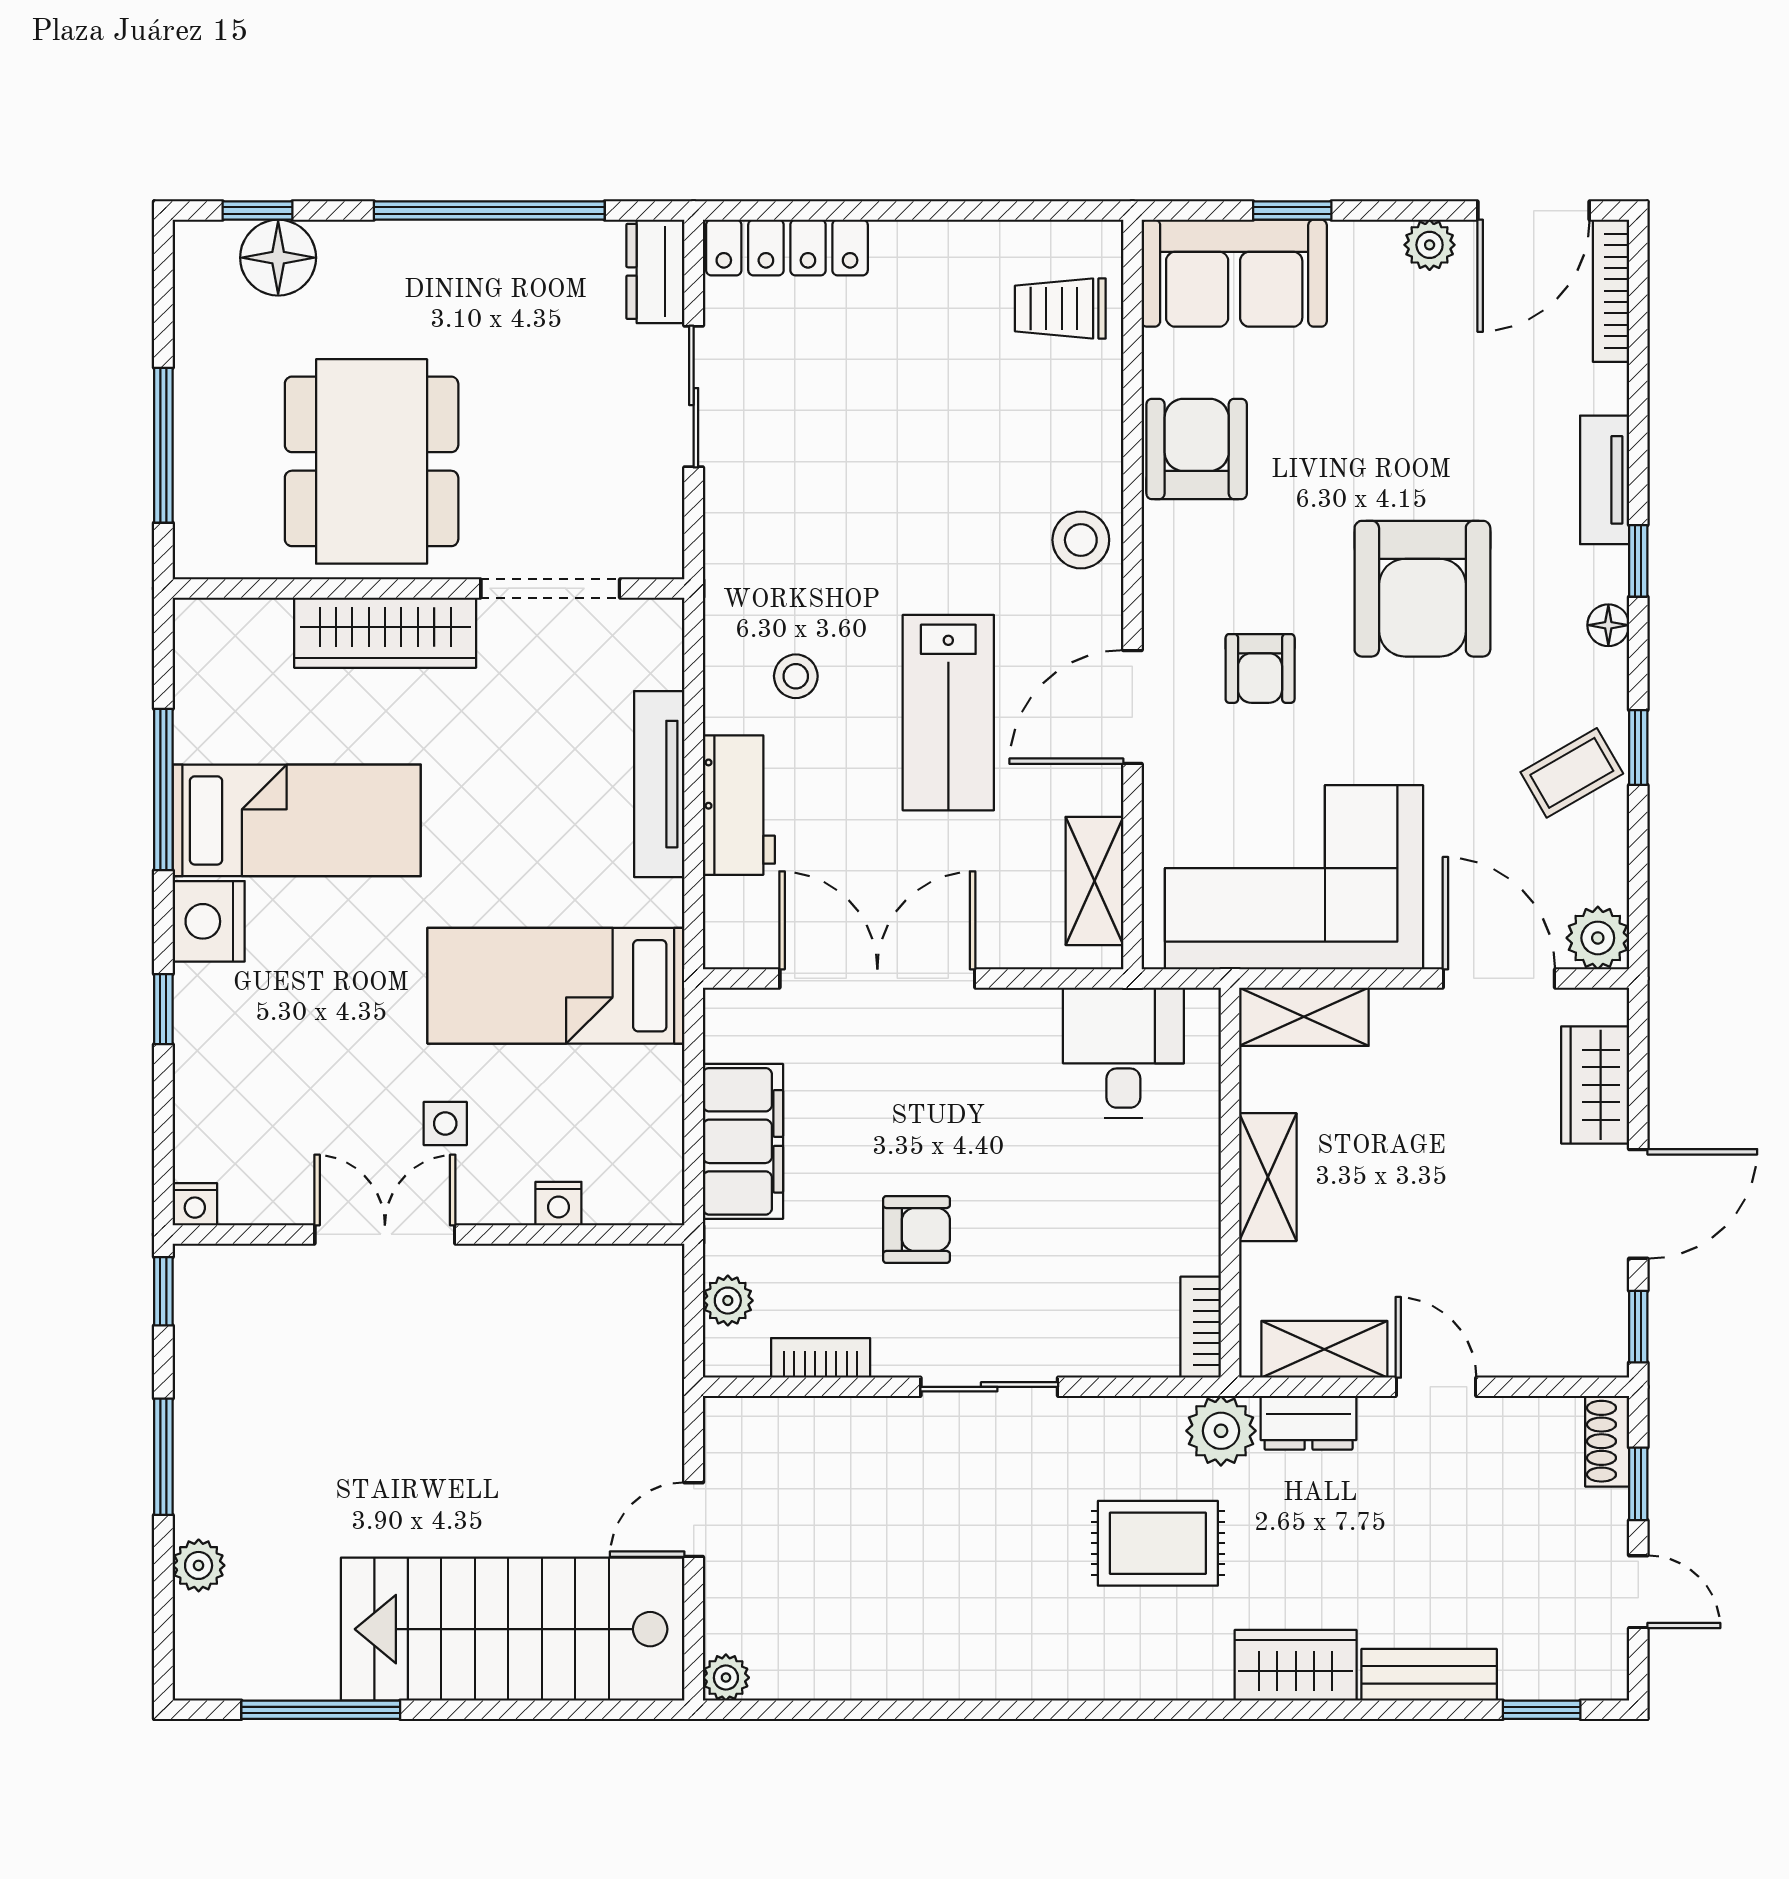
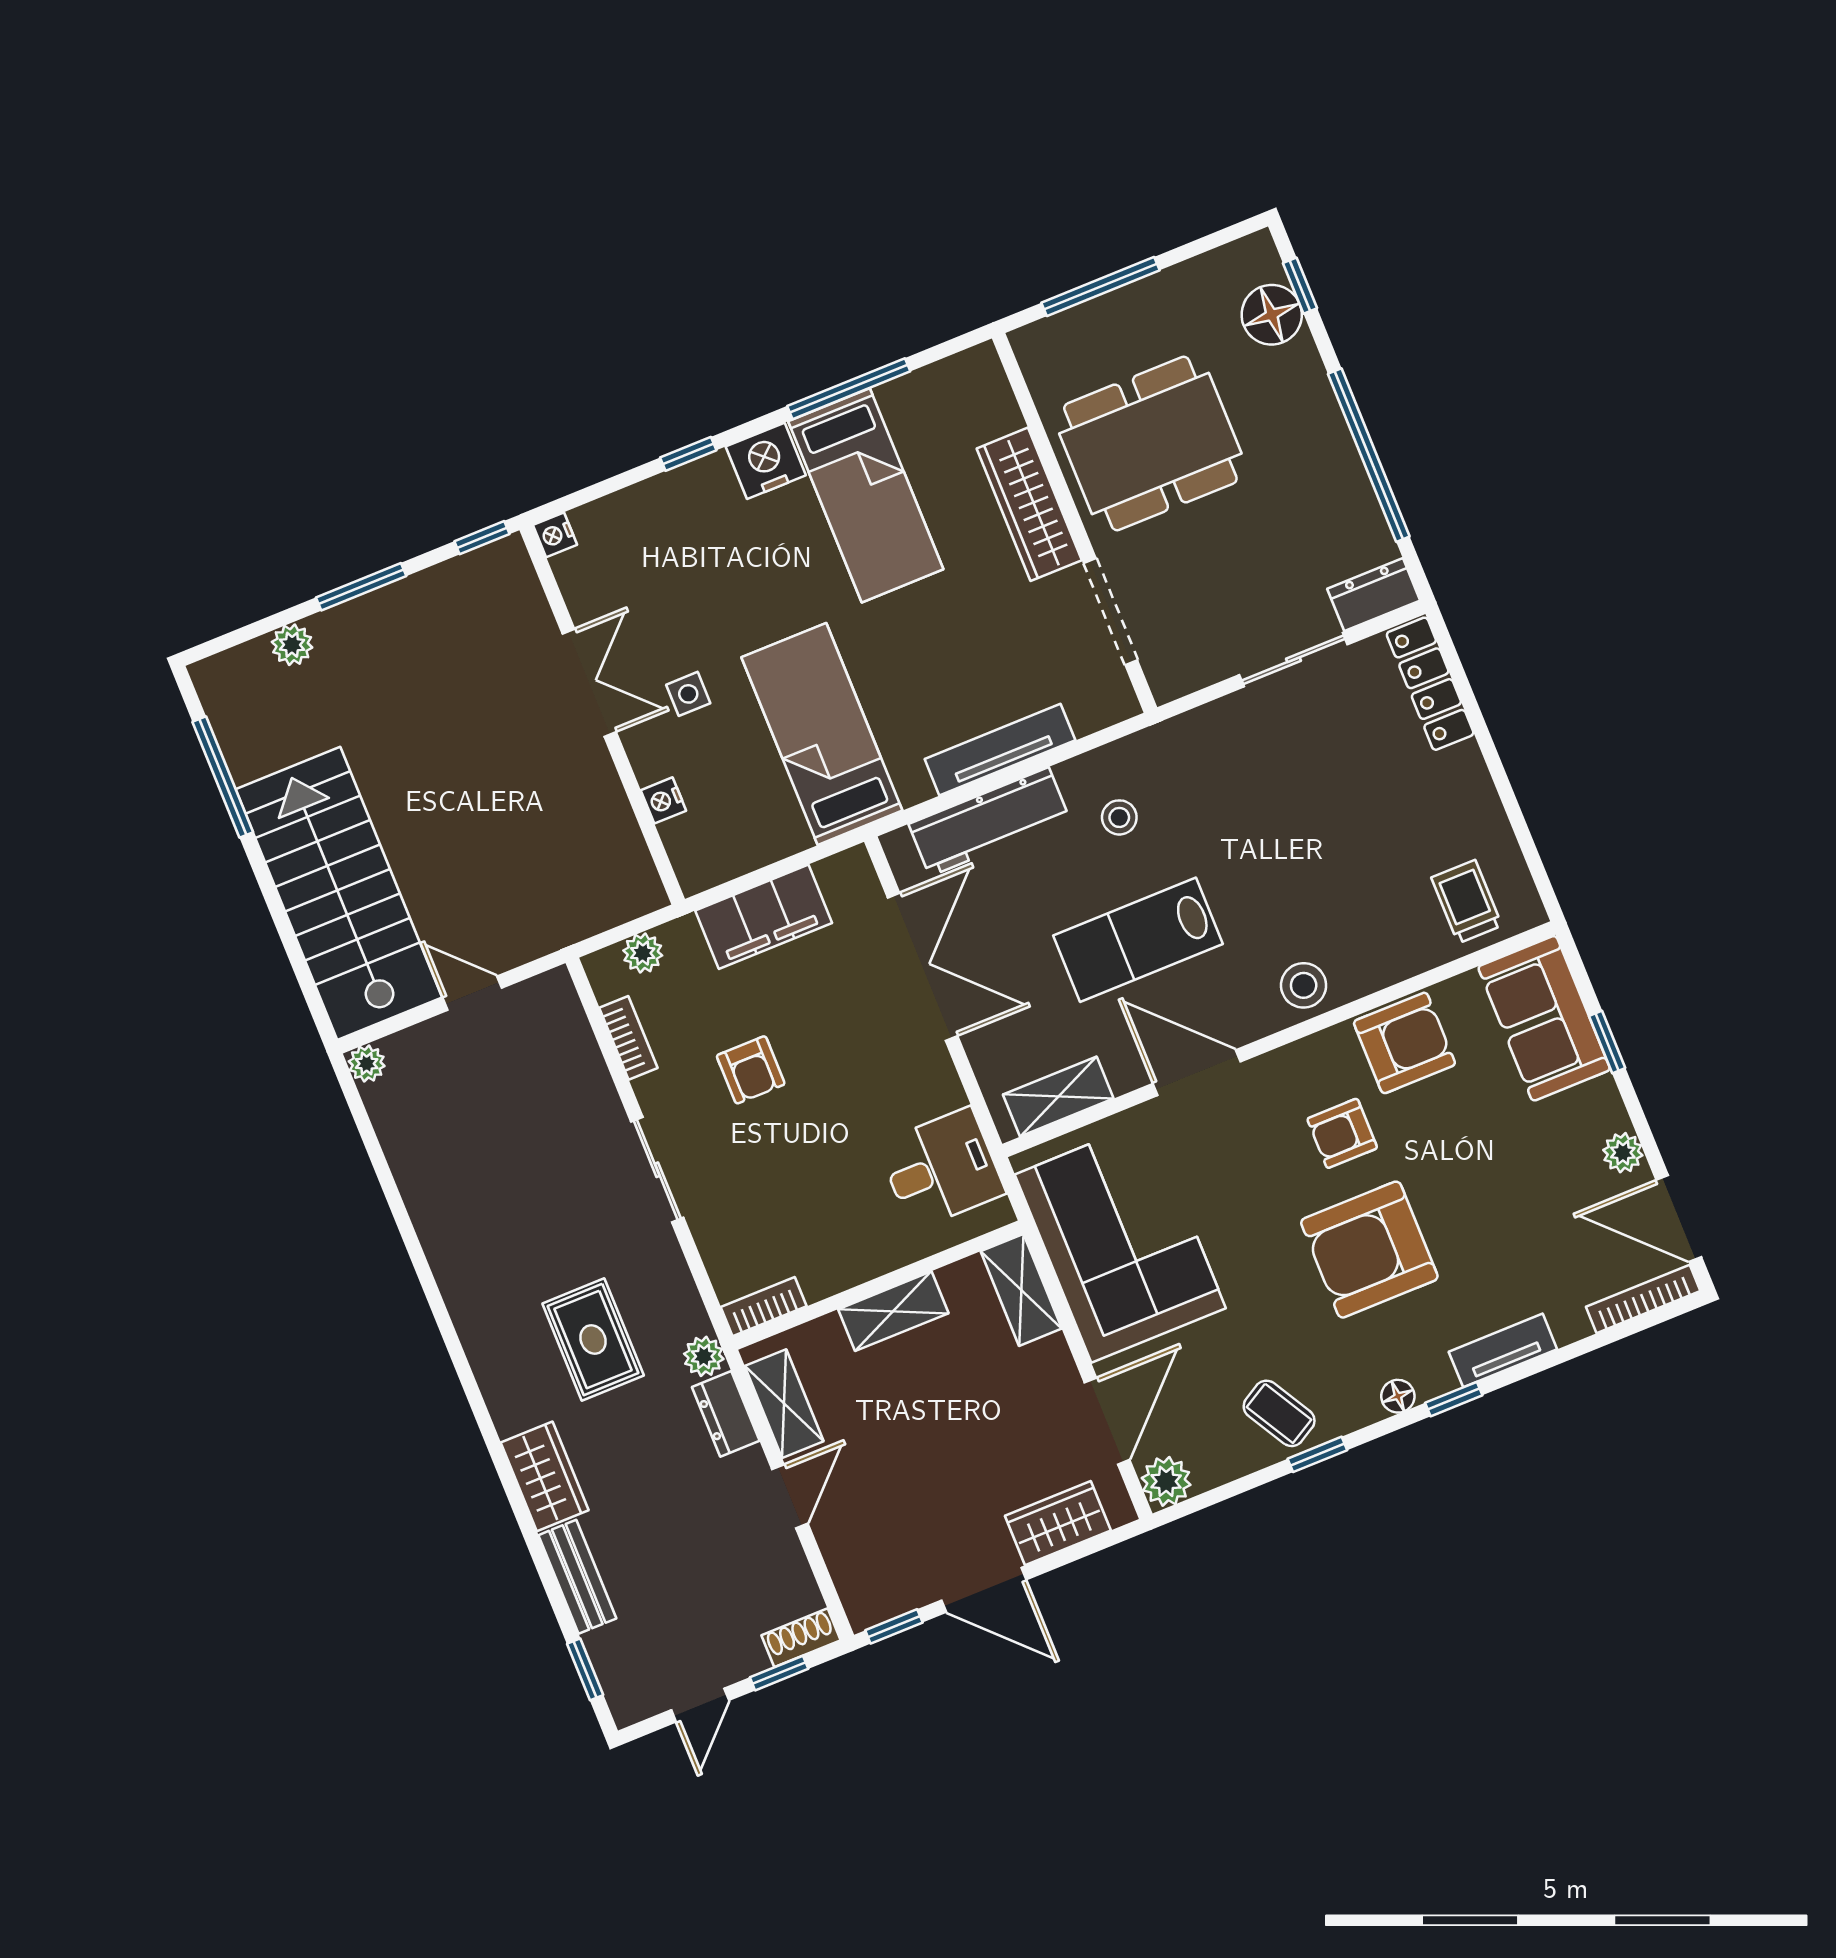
armchair: (1260, 668) -> (1342, 1133), moved
workbench: (739, 805) -> (989, 822), width x1.38
plant: (1221, 1431) -> (704, 1356), width x0.73, depth x0.73

